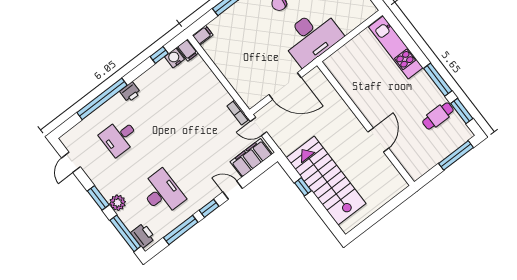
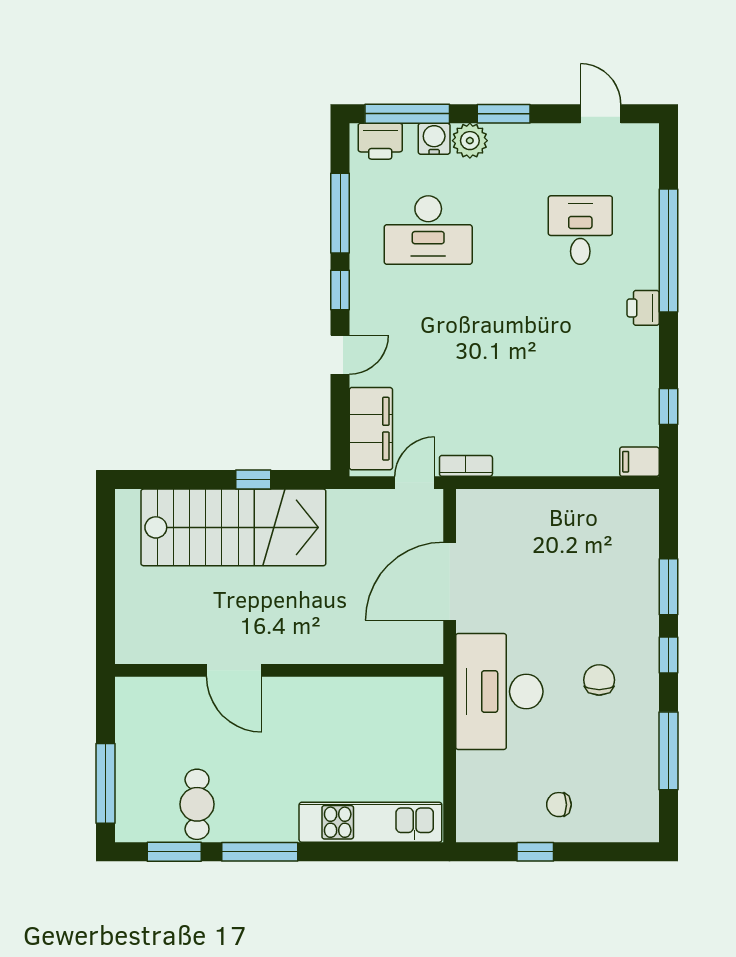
filing cabinet: (203, 35) -> (645, 507), removed
water cooler: (174, 58) -> (434, 139), moved, turned -90

